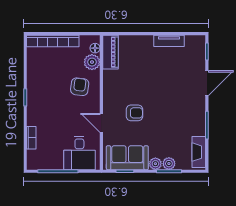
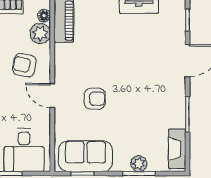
armchair: (80, 87) -> (24, 65), turned -85
door: (101, 123) -> (52, 96), moved
plant: (155, 164) -> (122, 164), removed

